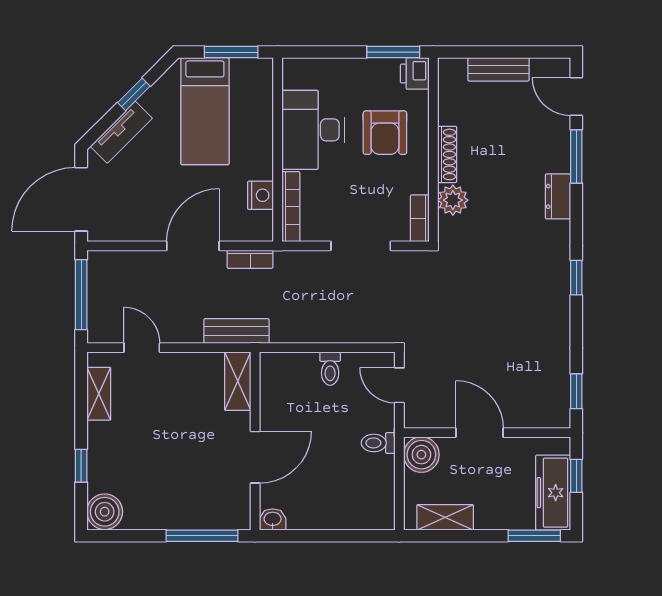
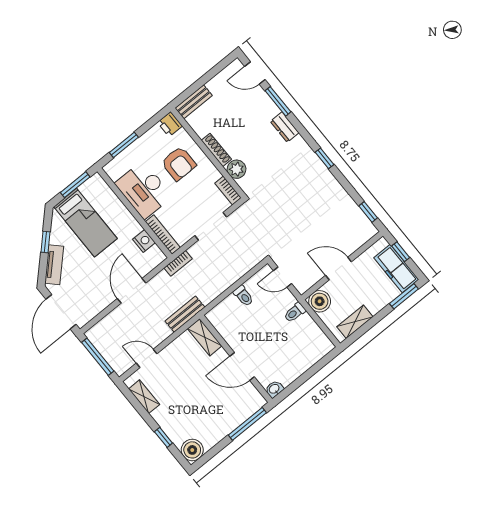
window: (393, 52) -> (124, 145), moved
bench: (498, 69) -> (193, 102), moved
bookcase: (250, 259) -> (178, 263), moved
door: (255, 457) -> (242, 366), swing flipped

